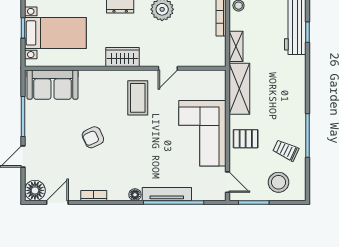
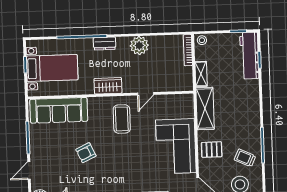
sofa: (52, 85) -> (59, 110), width x1.36

